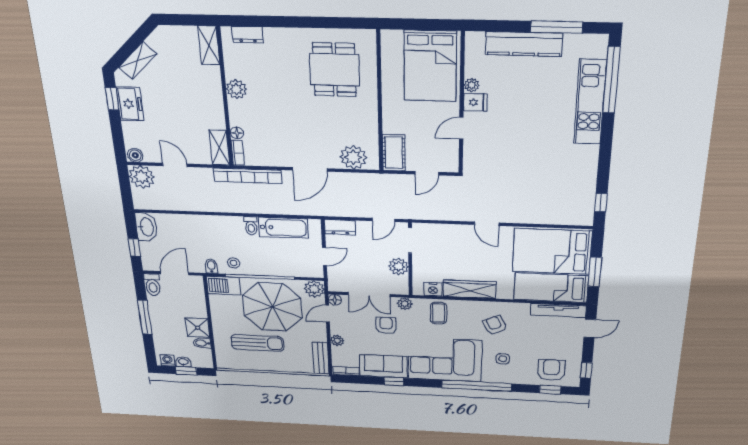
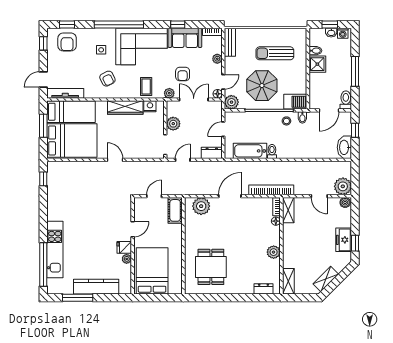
shelving: (138, 61) -> (326, 279), moved
parasol: (272, 307) -> (262, 86), width x0.73, depth x0.73

